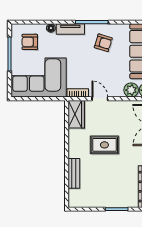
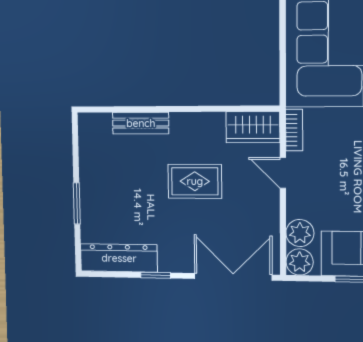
door: (100, 99) -> (283, 173), swing flipped
rug: (104, 145) -> (195, 181), turned 90

